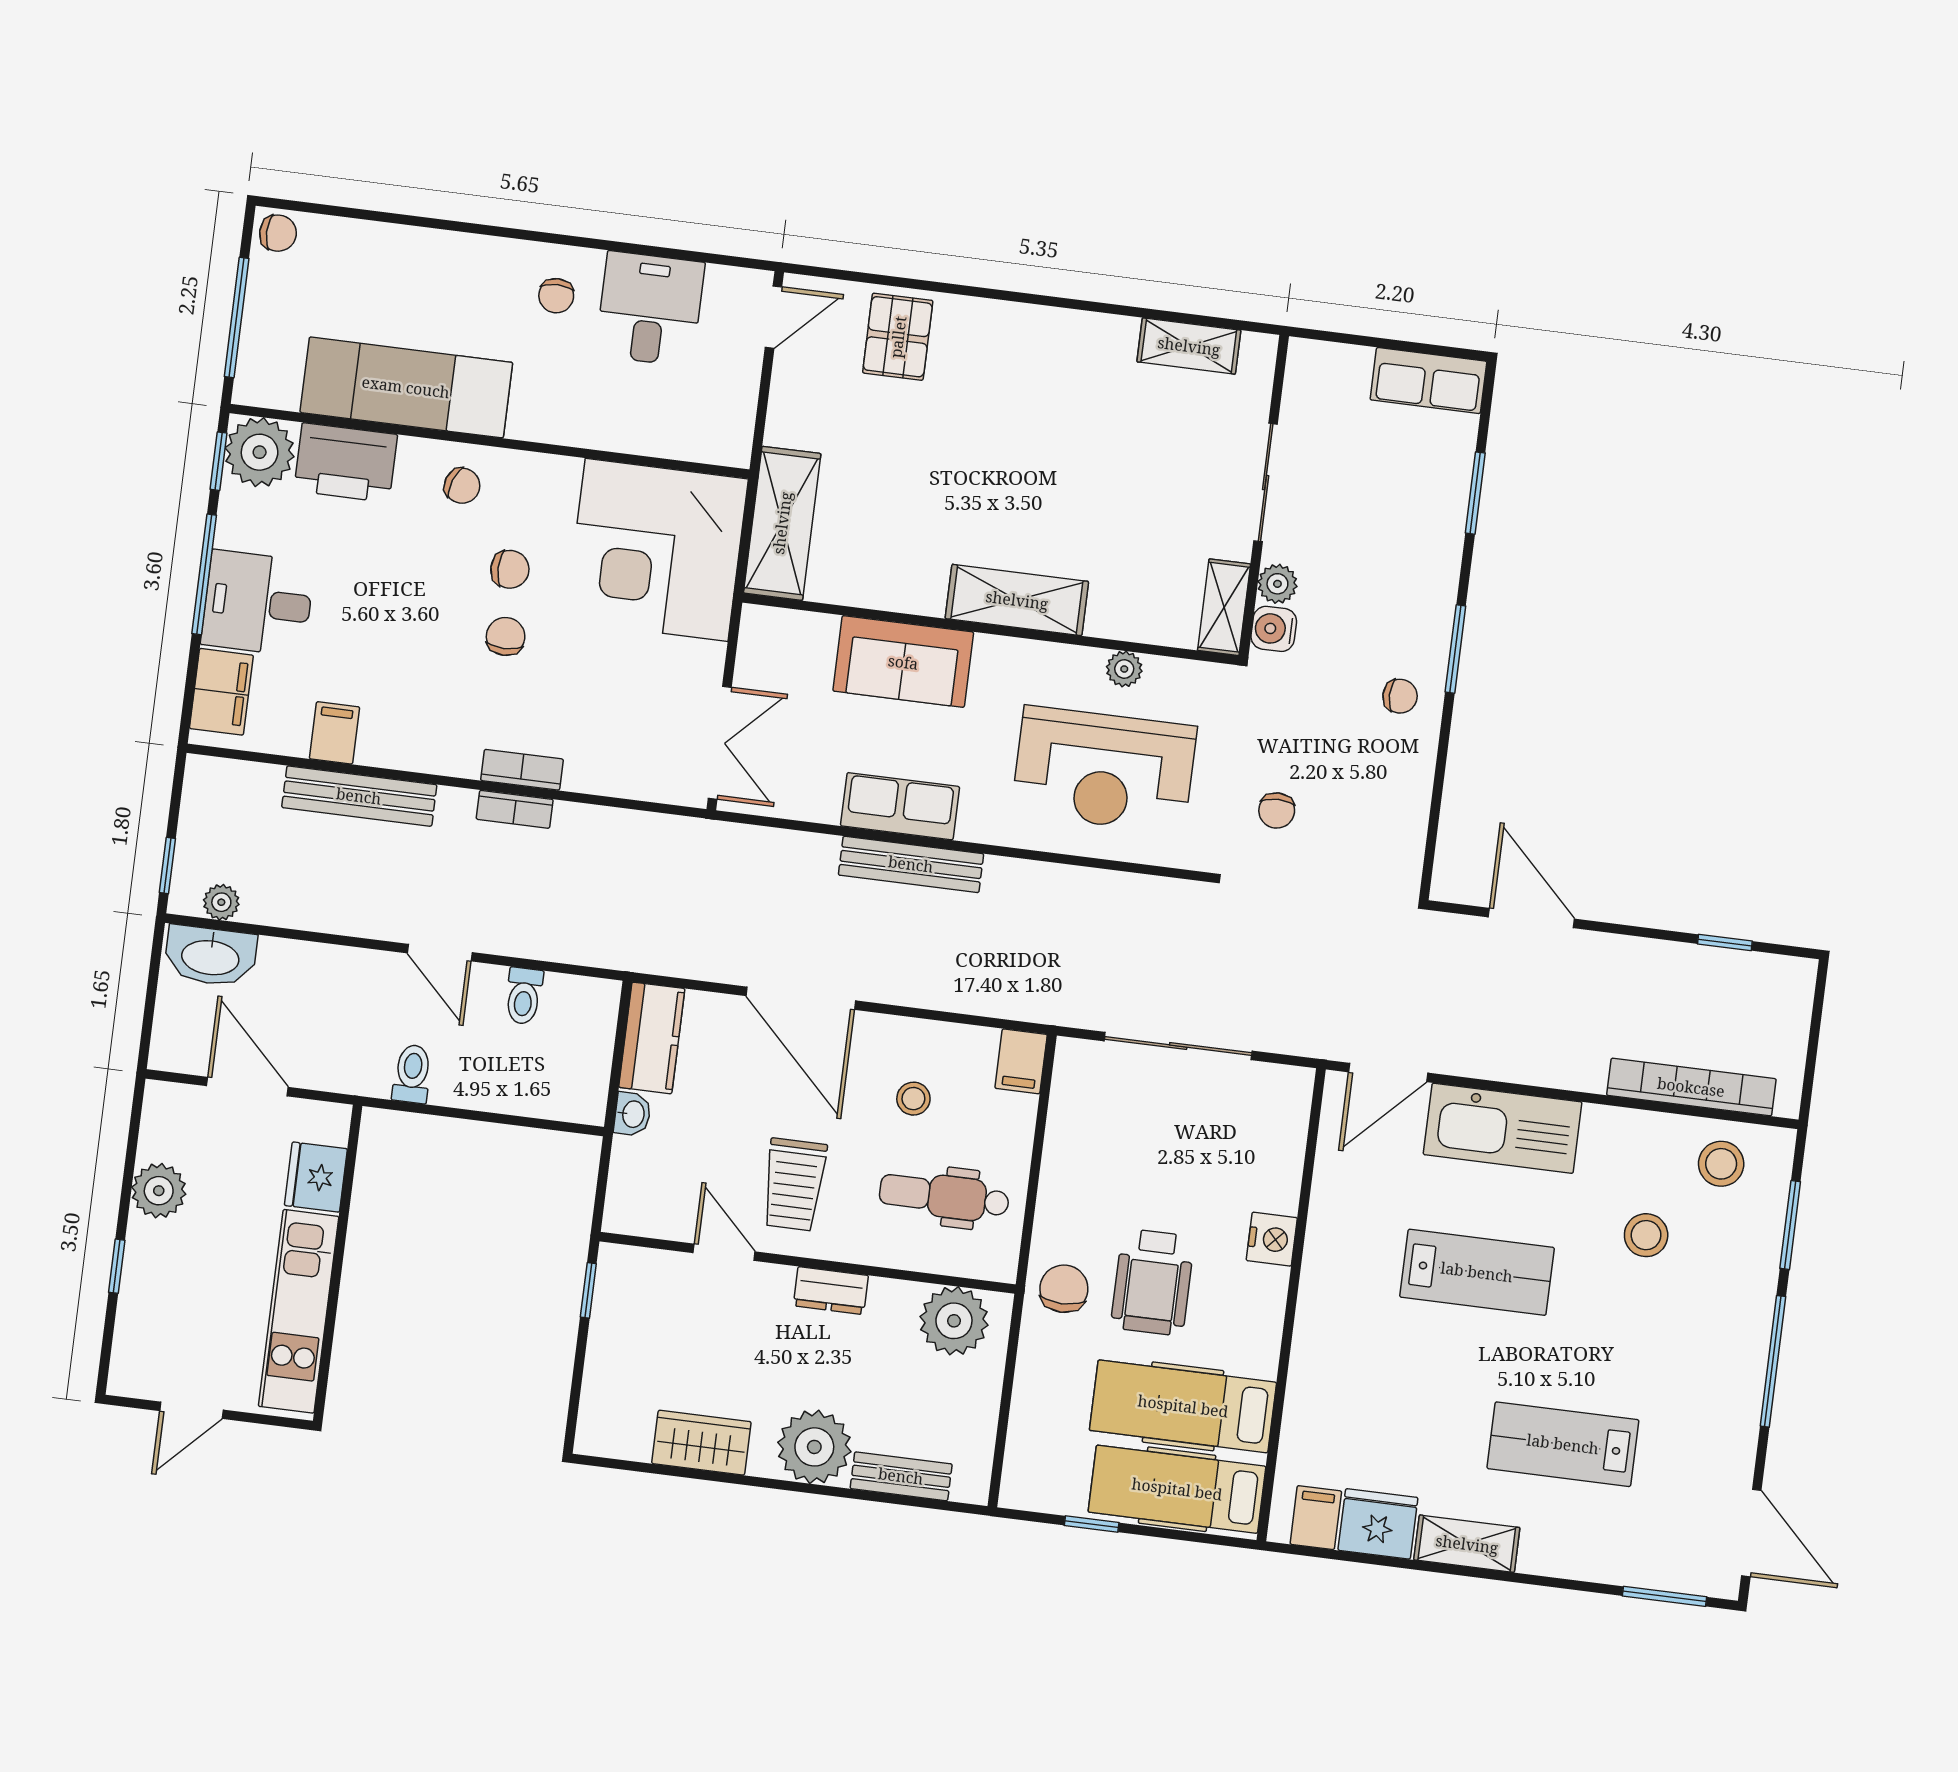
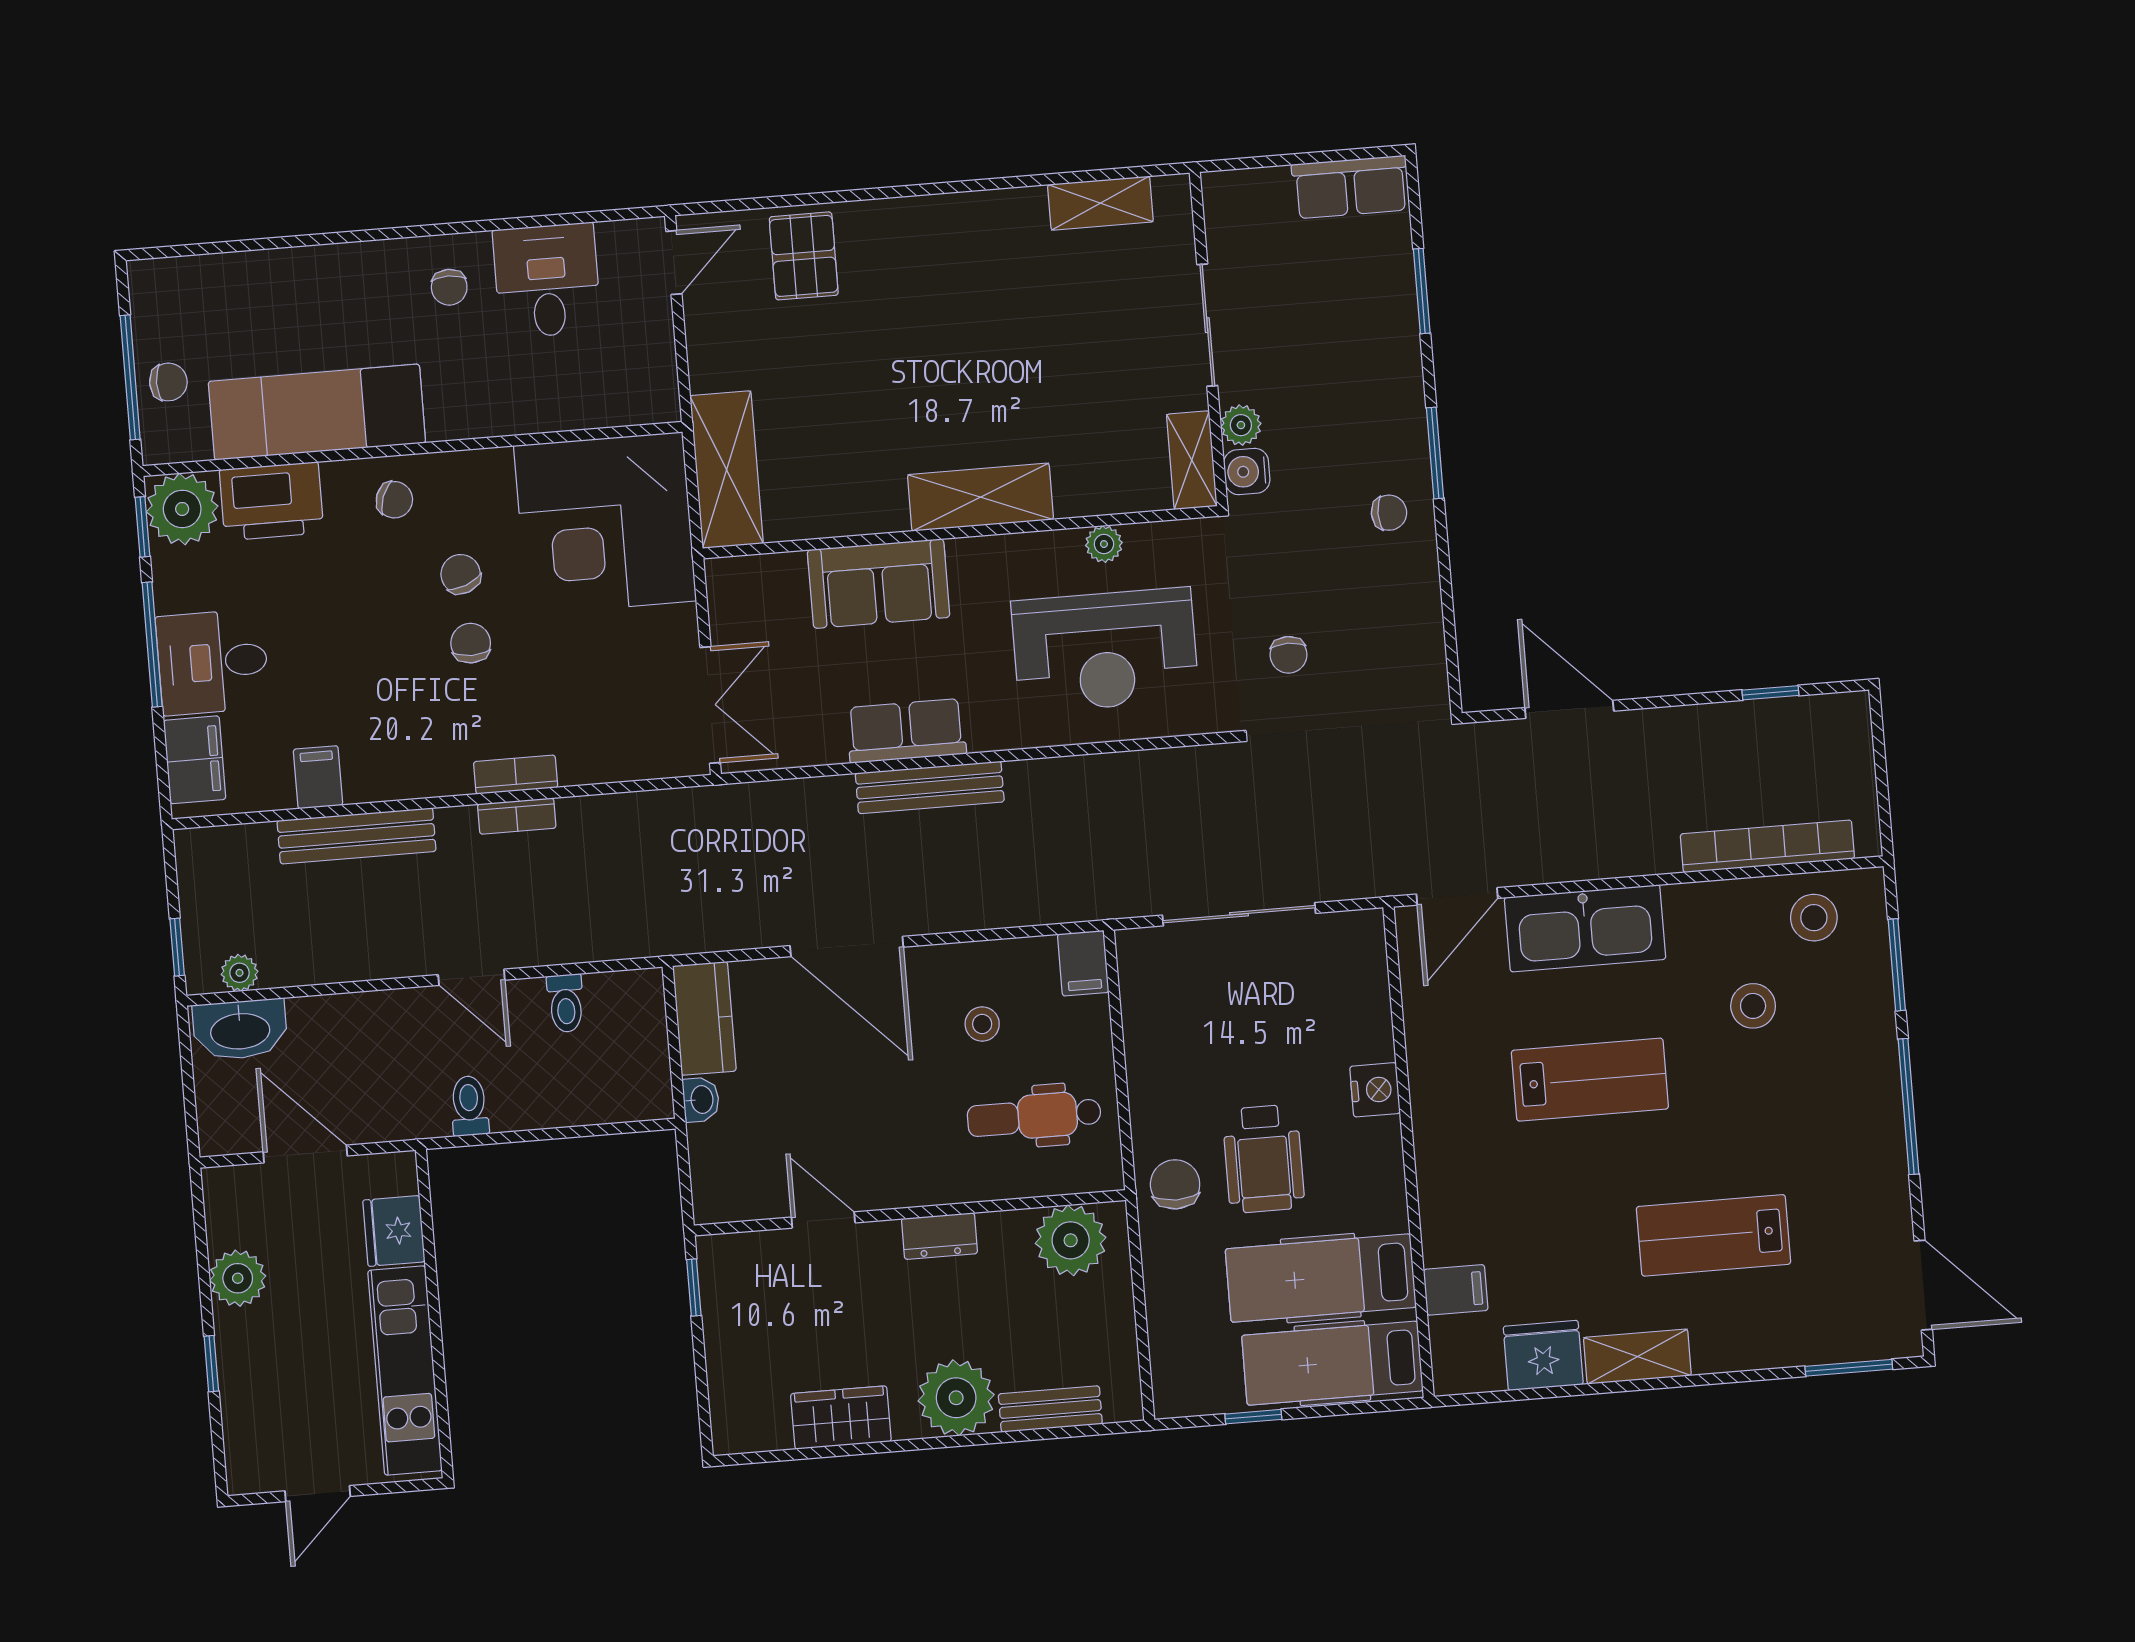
chair: (278, 233) -> (168, 382), moved
chair: (510, 569) -> (461, 574), turned -111
trolley: (794, 1185) -> (880, 1137), removed
filing cabinet: (1316, 1518) -> (1456, 1290), moved, turned 90

